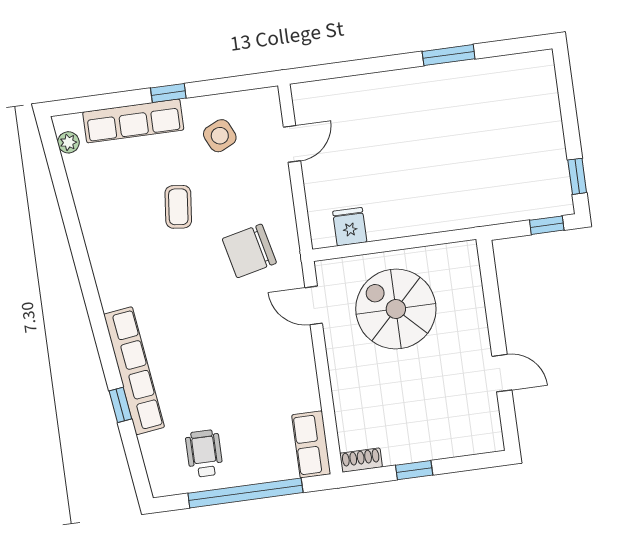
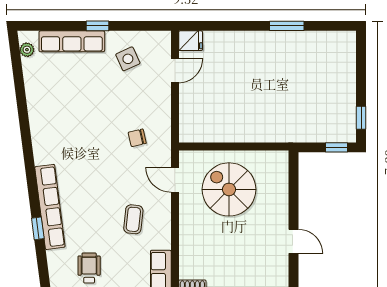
coffee table: (178, 207) -> (133, 219), moved
fridge: (350, 227) -> (191, 41), moved, turned 90
chair: (249, 251) -> (137, 138), width x0.54, depth x0.54

